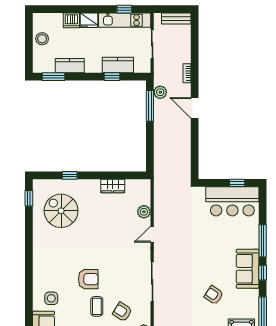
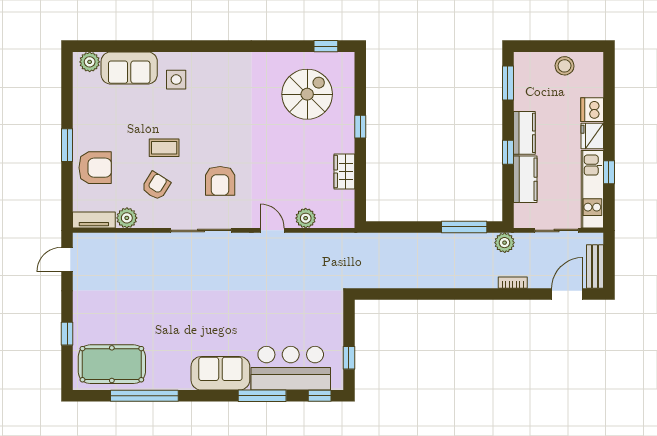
window: (124, 9) -> (609, 172), moved
kitchen counter: (70, 66) -> (524, 133), moved
window: (112, 77) -> (508, 152), moved
plant: (160, 92) -> (505, 243), moved
door: (195, 108) -> (567, 294), moved
window: (70, 175) -> (360, 127), moved
bar counter: (232, 201) -> (291, 368), moved, turned 90
window: (263, 273) -> (320, 396), moved
armchair: (88, 279) -> (220, 181), moved
armchair: (214, 295) -> (181, 323), removed

